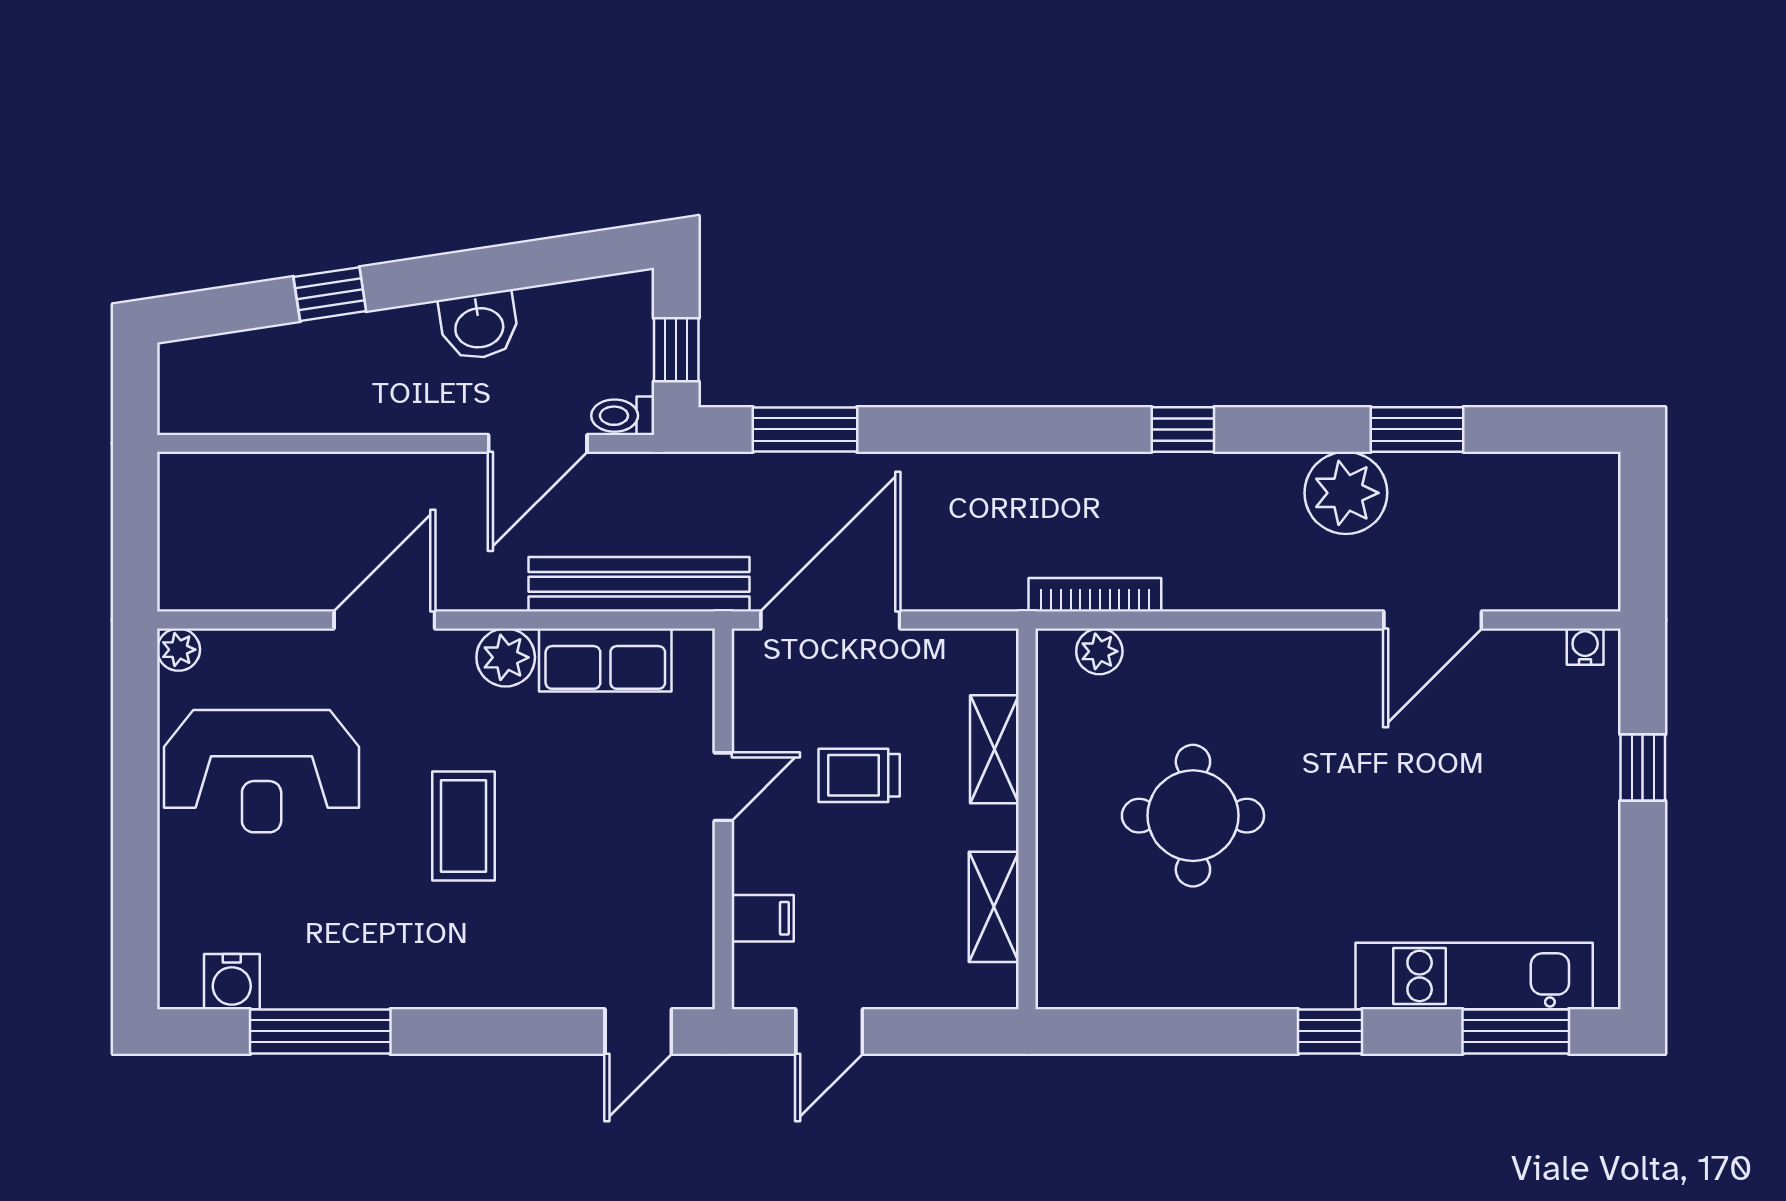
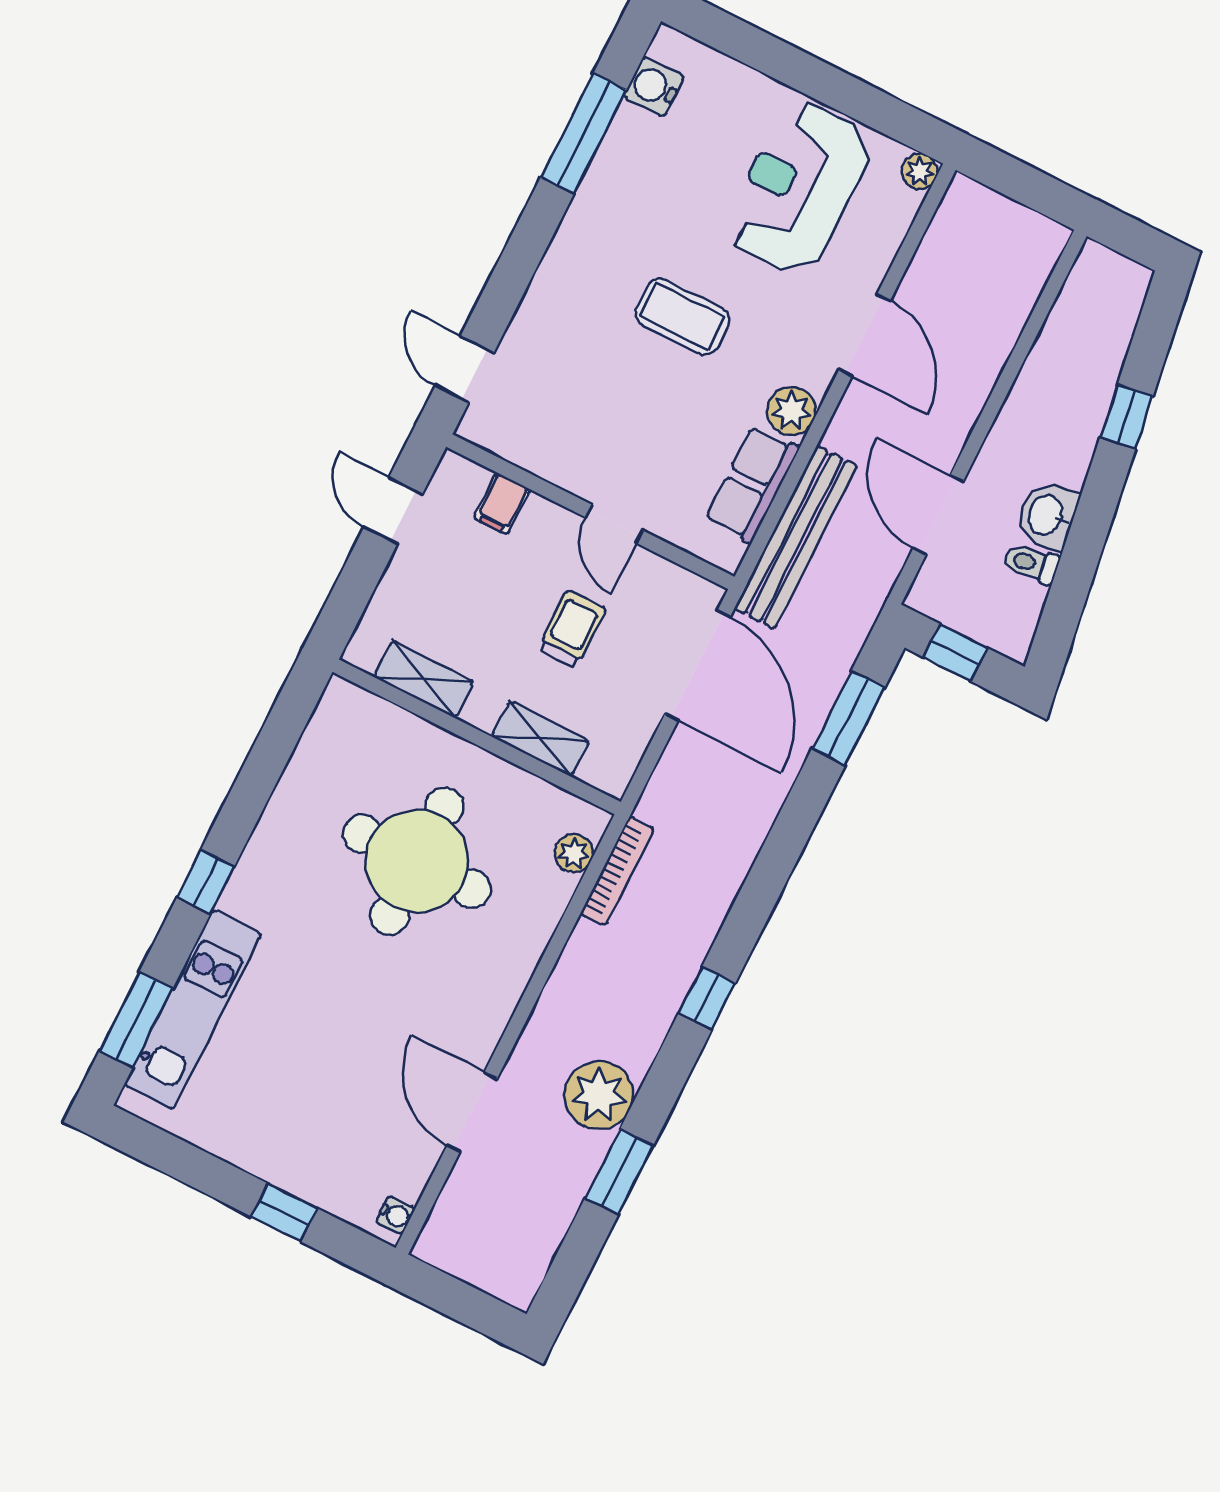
toilet: (623, 416) -> (1031, 564), moved, turned -99
round table: (1193, 816) -> (417, 861), width x1.36, depth x1.36

